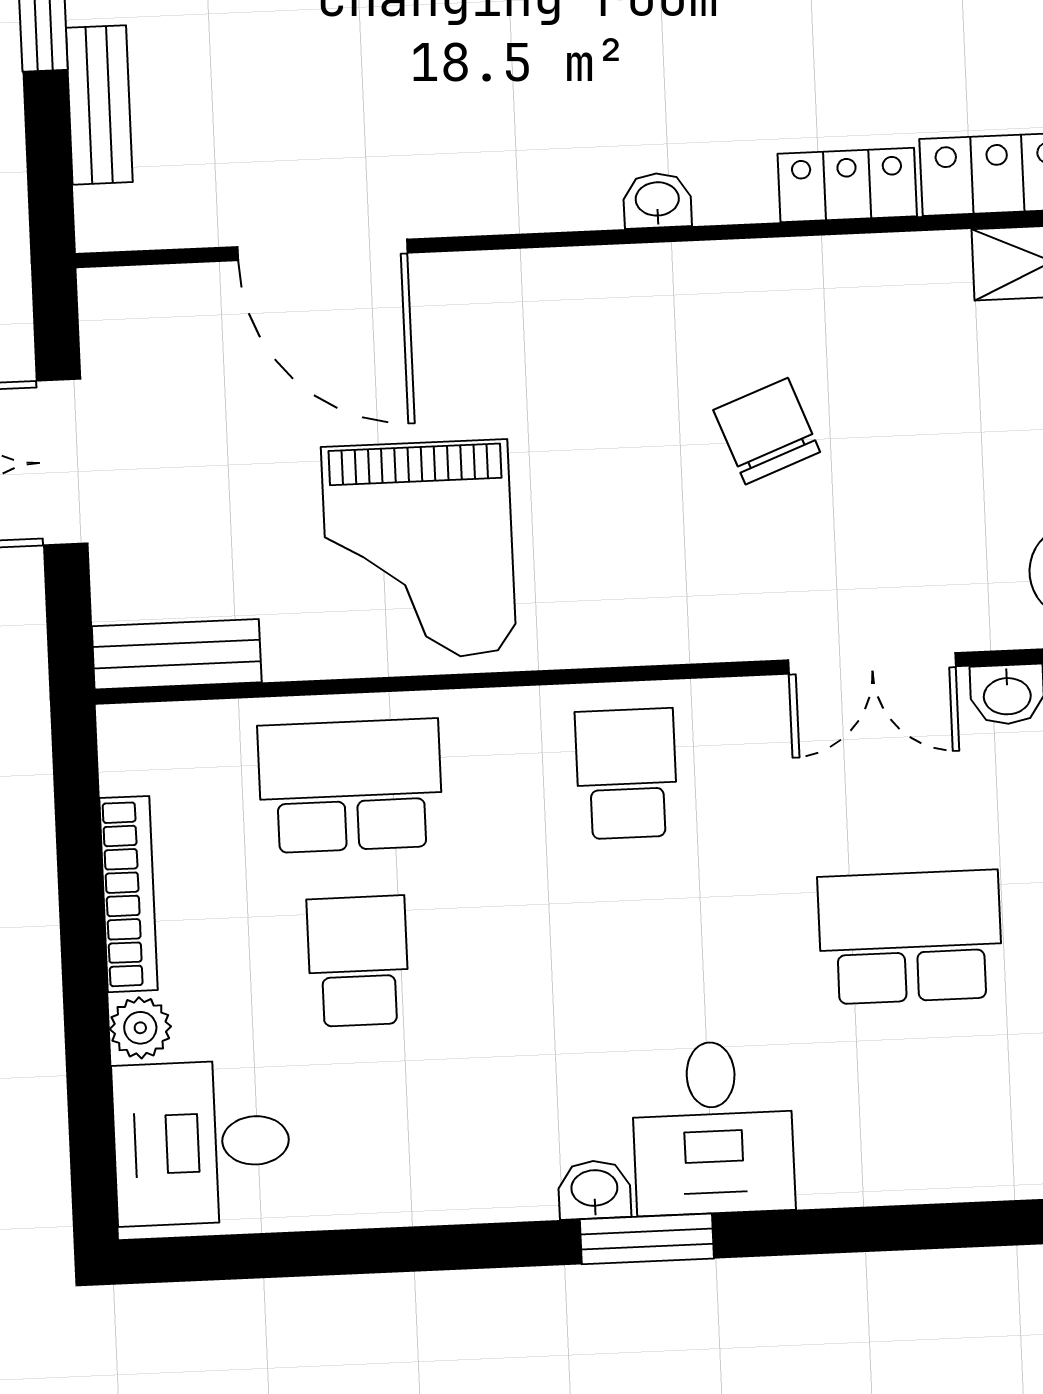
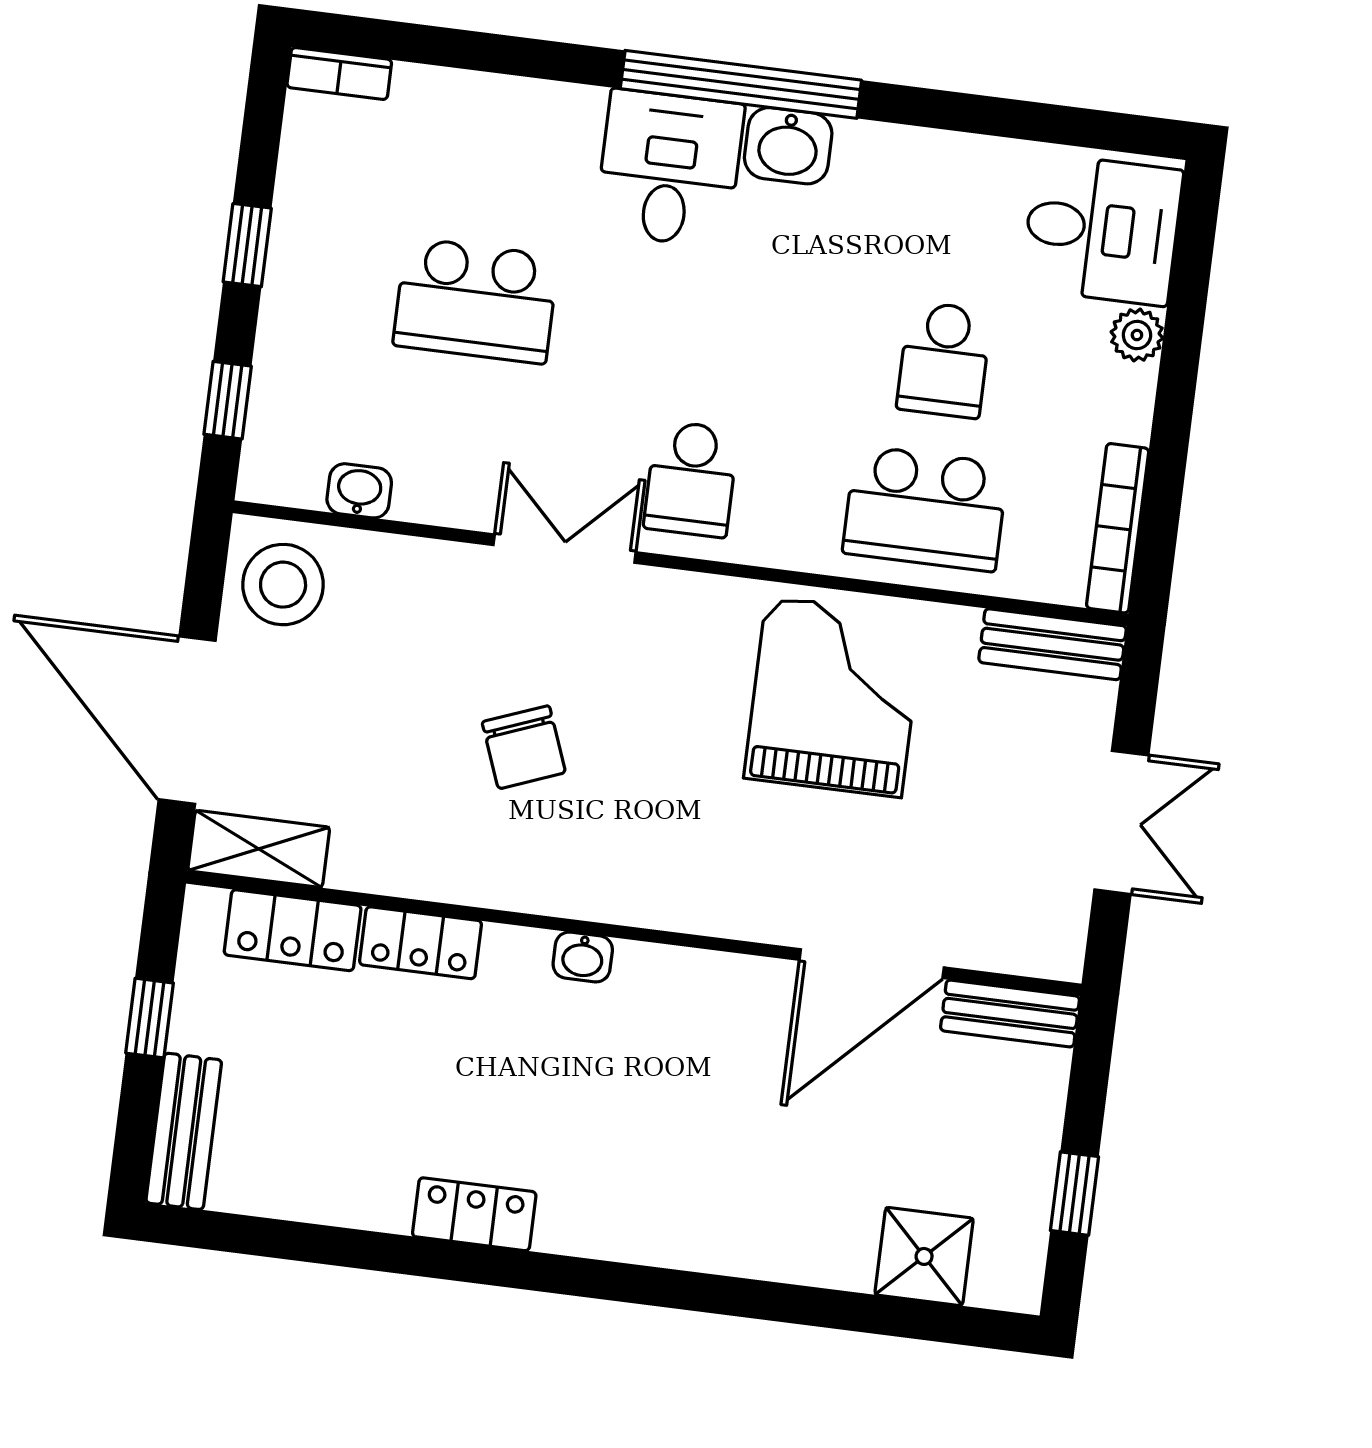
bench: (99, 105) -> (1010, 1013), moved, turned 90
door: (322, 250) -> (872, 964), swing flipped
double door: (872, 663) -> (565, 549), moved
bookcase: (129, 894) -> (1118, 528), moved
washbasin: (594, 1190) -> (788, 146), width x1.38, depth x1.45
window: (647, 1239) -> (741, 84), width x2.11

